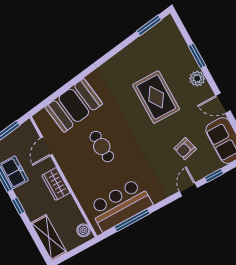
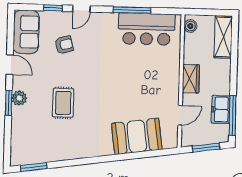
window: (197, 56) -> (9, 103), moved
rug: (156, 97) -> (63, 103), width x0.73, depth x0.70
cafe table: (102, 147) -> (134, 88), removed
window: (18, 206) -> (234, 79), removed
window: (132, 220) -> (132, 10), moved

